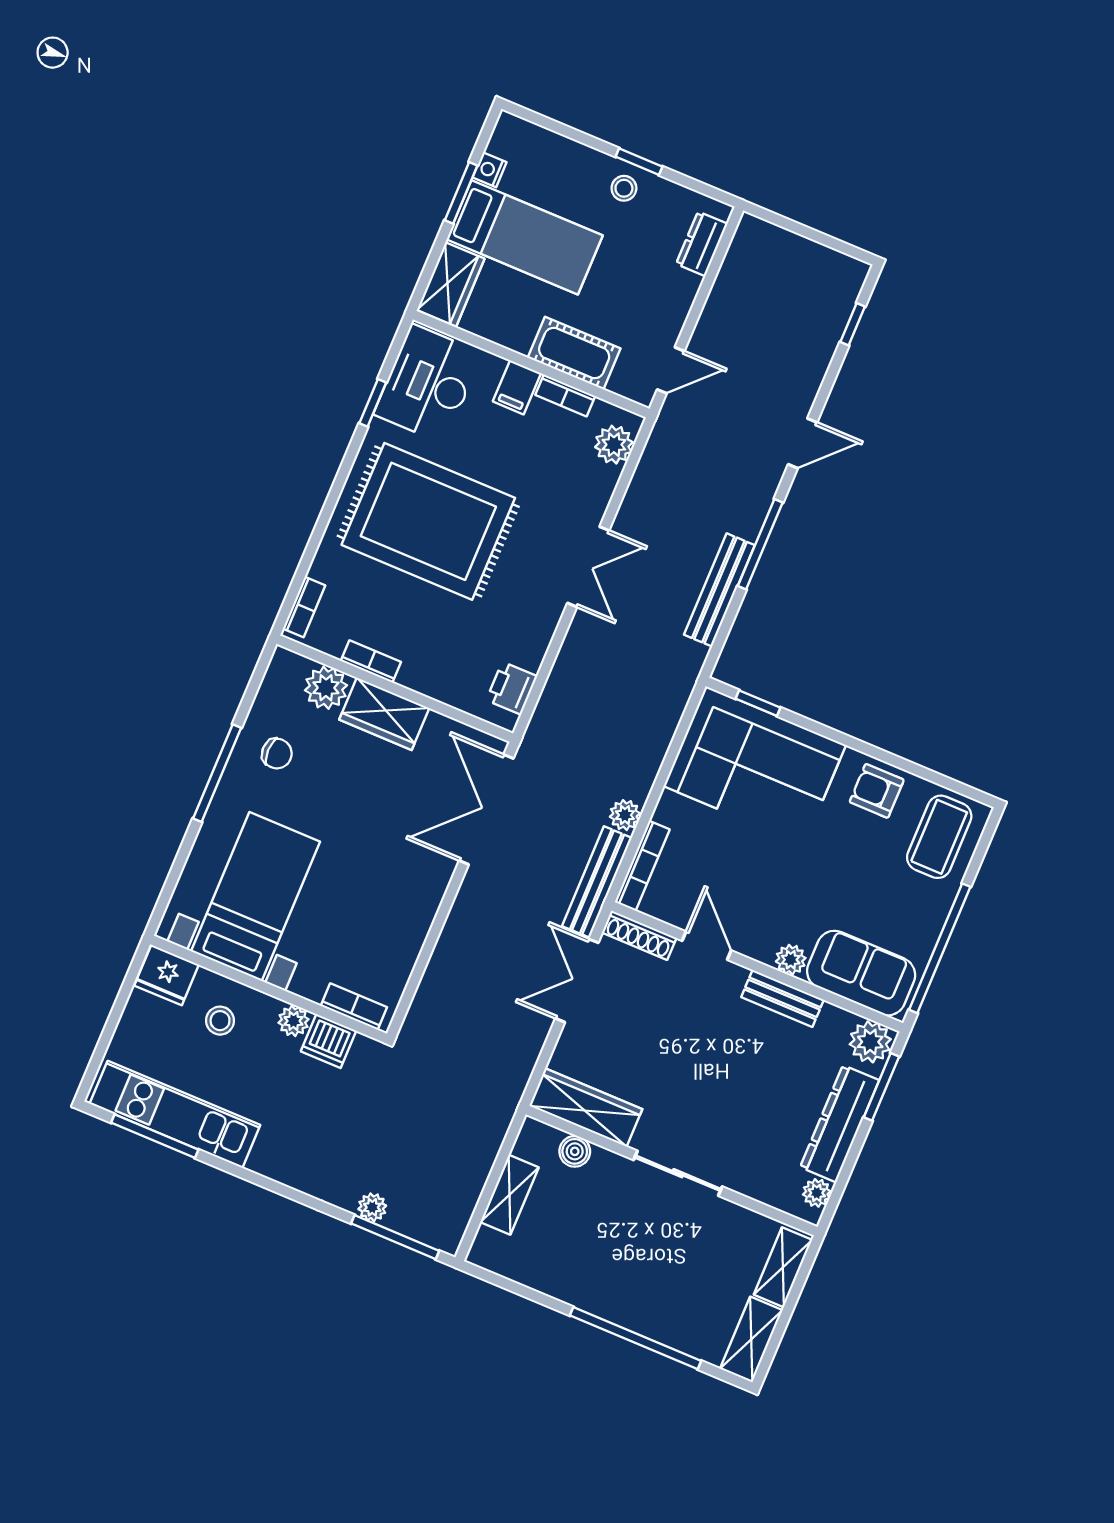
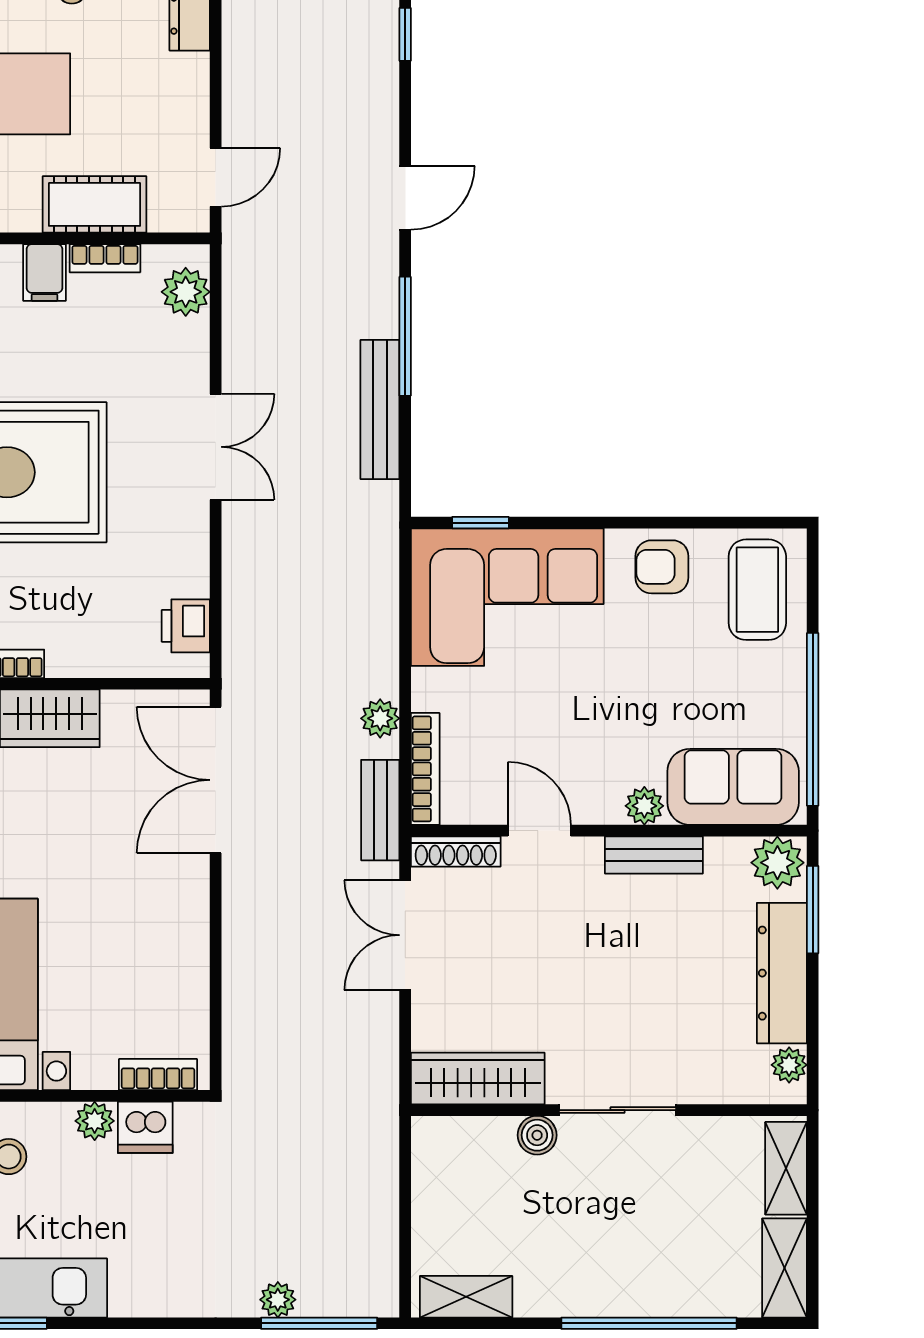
bench: (597, 882) -> (380, 810), width x0.73
boiler: (575, 1151) -> (537, 1135), moved
shelving: (510, 1195) -> (466, 1297), moved, turned 90

